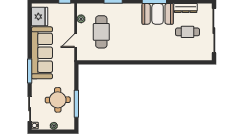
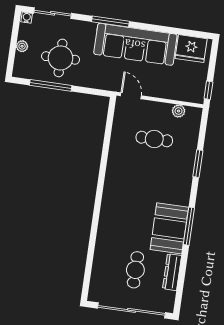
cafe table: (101, 32) -> (154, 139), width x0.73, depth x0.74
door: (76, 41) -> (131, 96), moved

